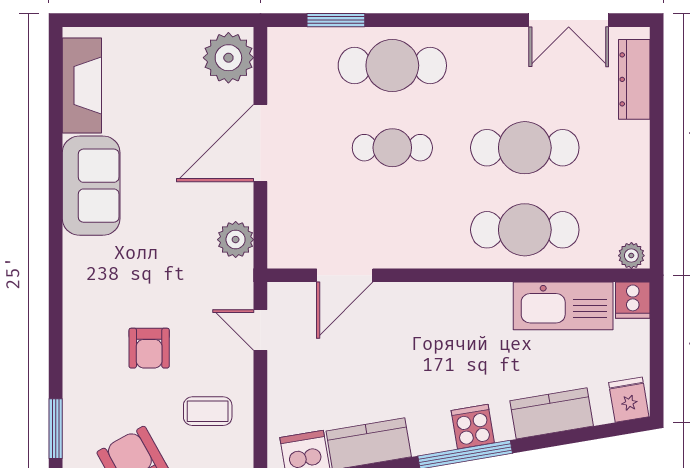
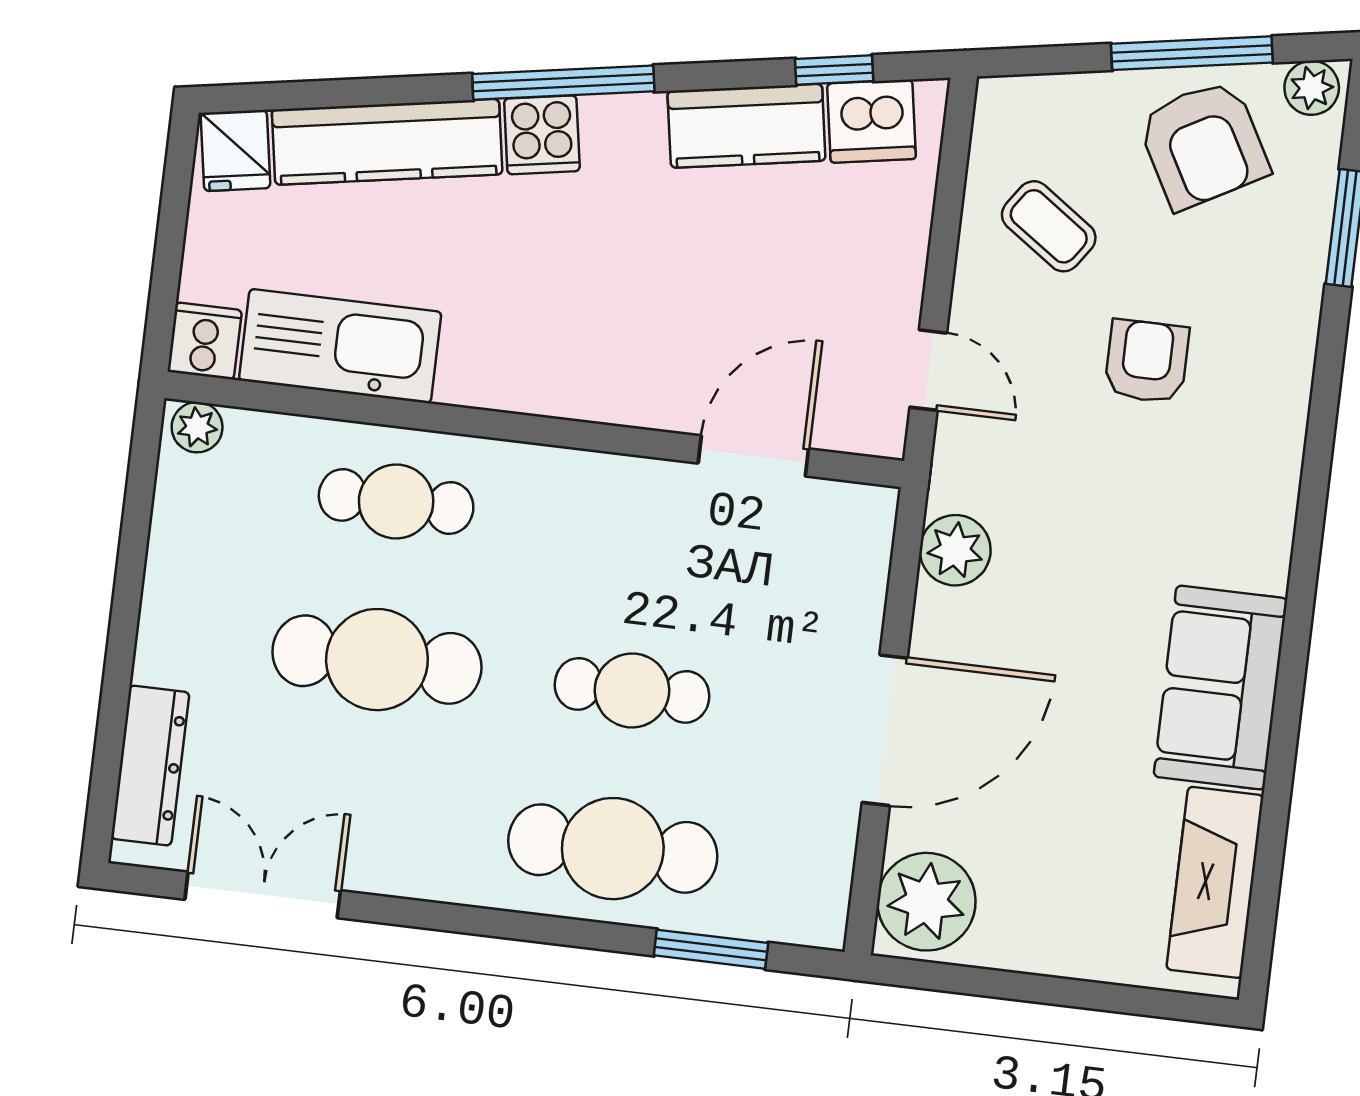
cafe table: (525, 230) -> (396, 501), width x0.73, depth x0.74
coffee table: (208, 411) -> (1049, 226), turned 35
kitchen counter: (552, 413) -> (387, 142), width x1.50

